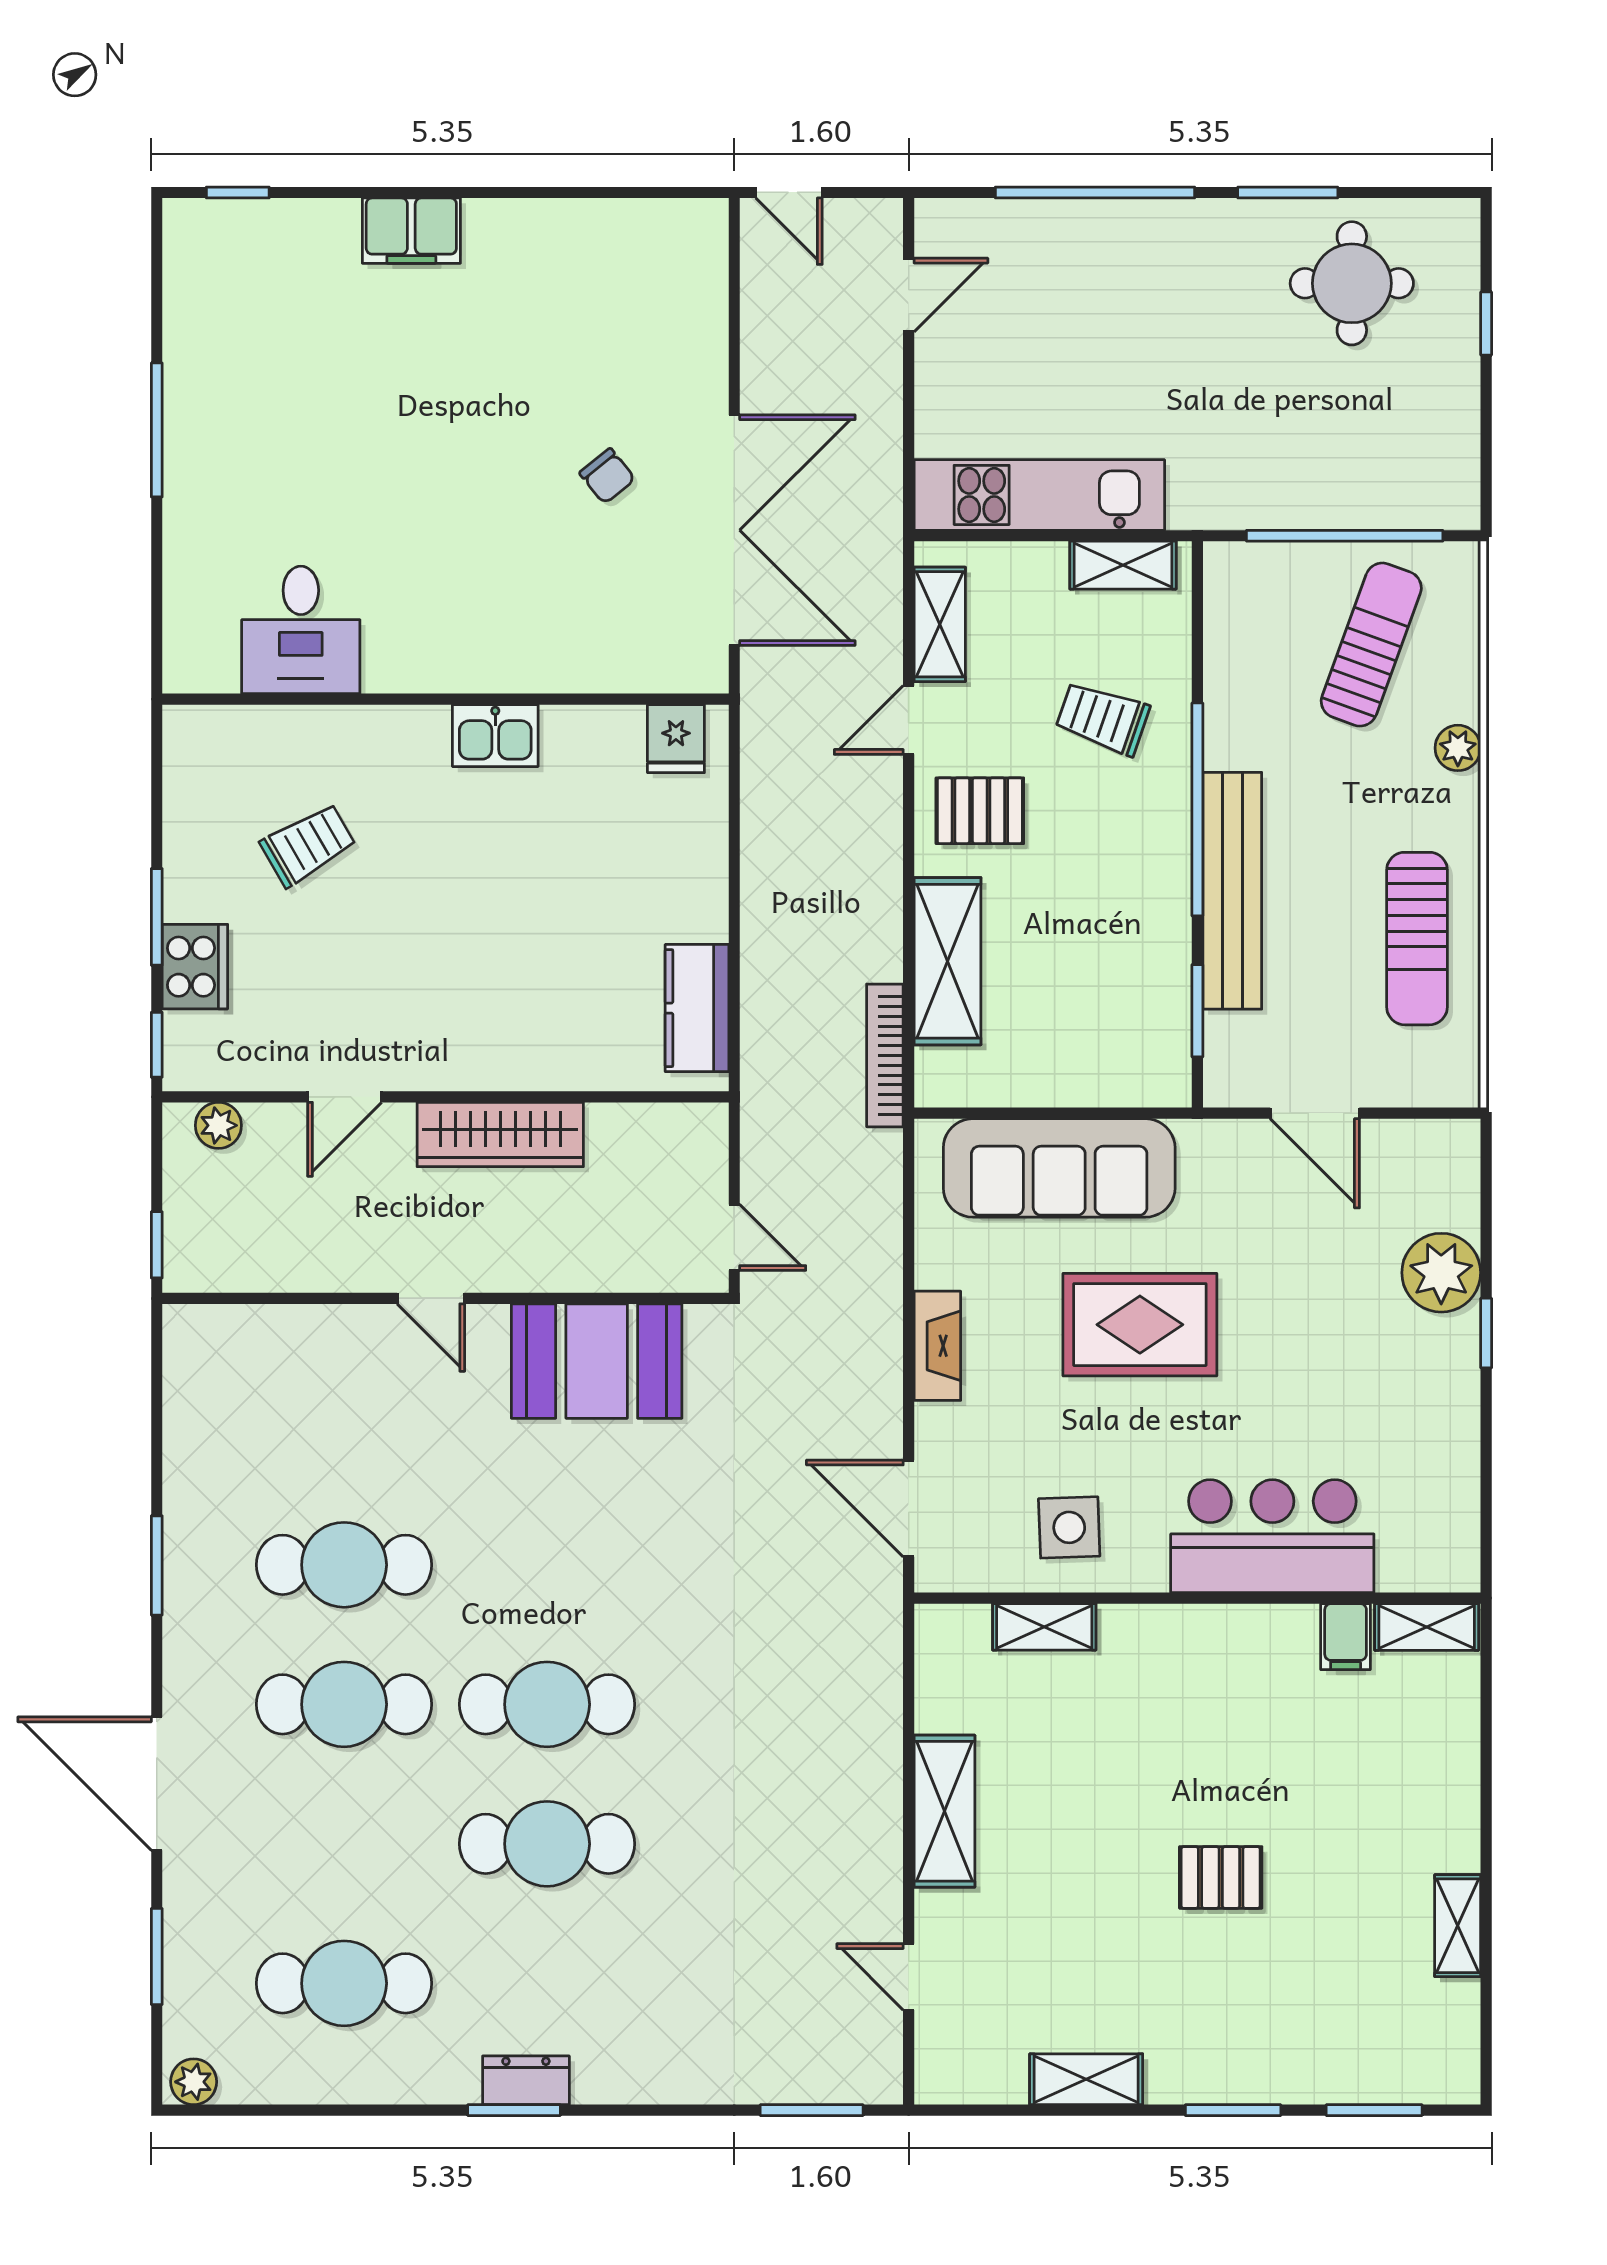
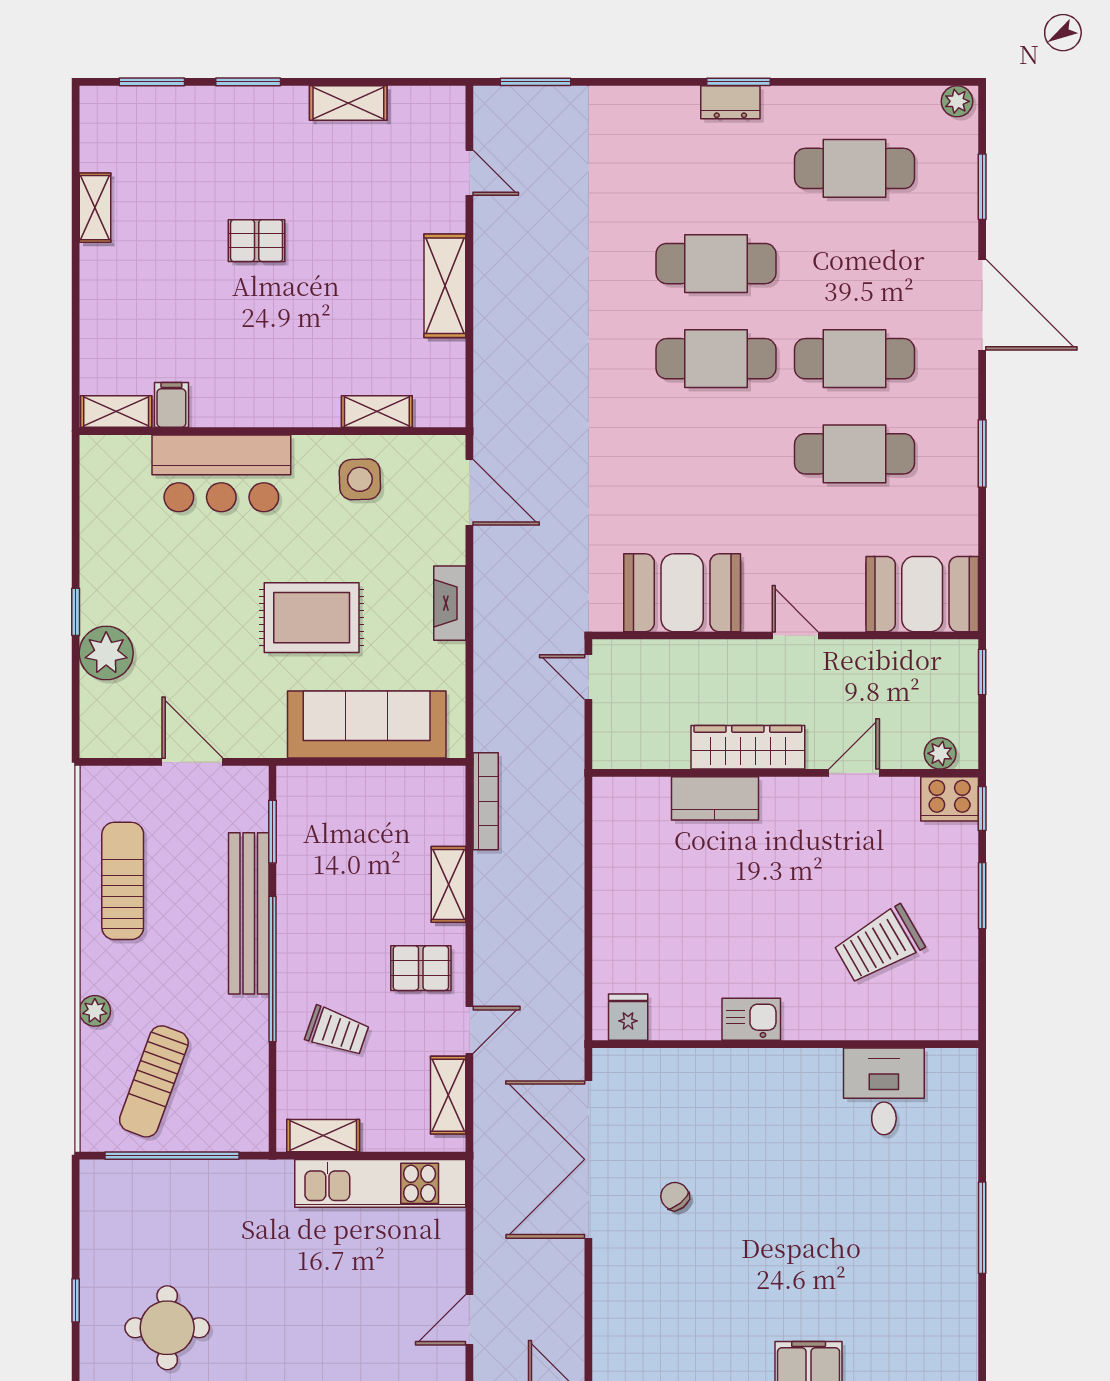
trolley: (308, 845) -> (879, 945), width x1.36, depth x1.39
shelving: (947, 961) -> (449, 884), width x0.67, depth x0.75
cooker: (195, 967) -> (950, 799), moved, turned -90
kitchen counter: (697, 1008) -> (715, 798), moved, turned 90
booth: (245, 1359) -> (922, 594), added

